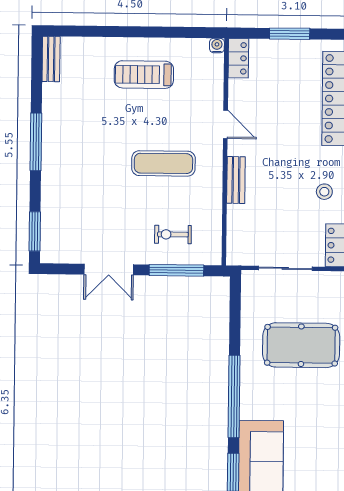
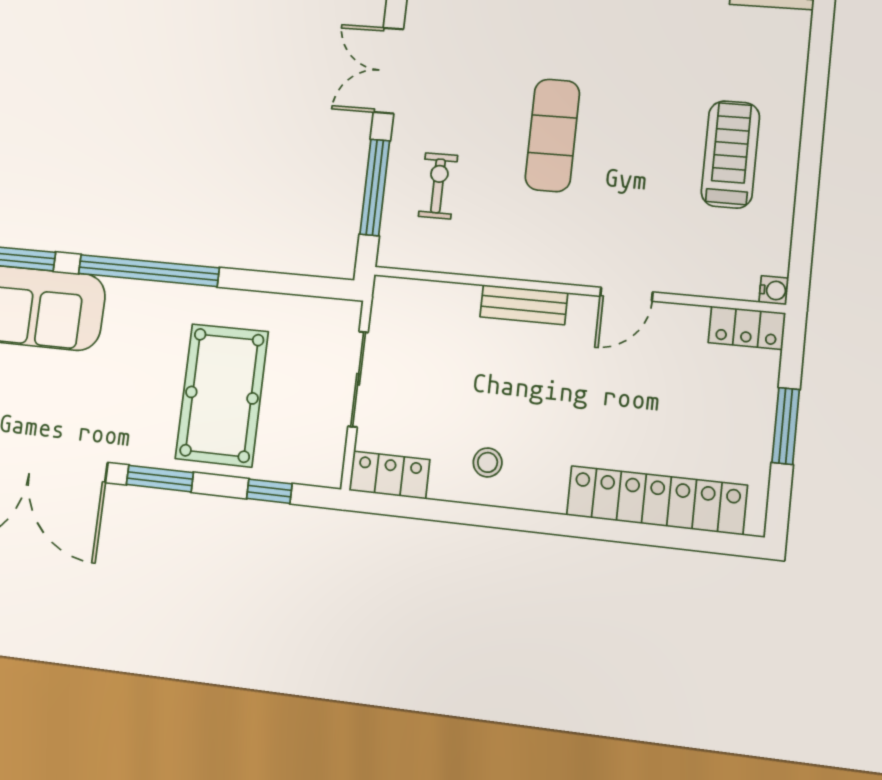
exercise mat: (163, 163) -> (552, 135), moved

